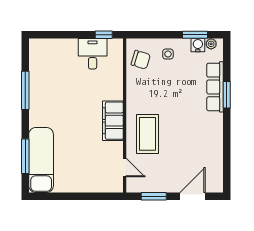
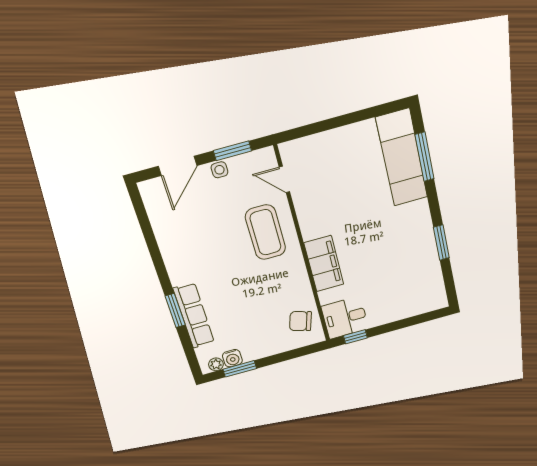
desk: (93, 54) -> (345, 318), moved, turned 90
side table: (168, 54) -> (219, 170), moved
window: (25, 90) -> (441, 243), width x0.69
filing cabinet: (113, 121) -> (324, 264), moved

